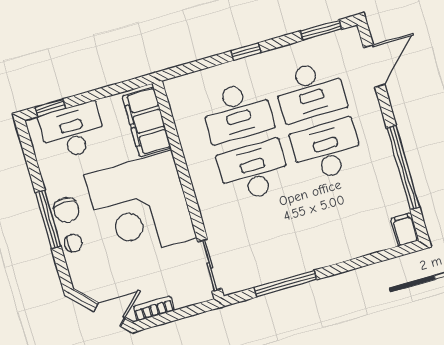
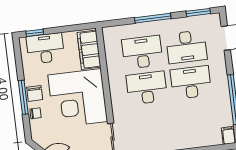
window: (246, 52) -> (153, 18), width x2.17
desk: (237, 112) -> (142, 52), turned 180

